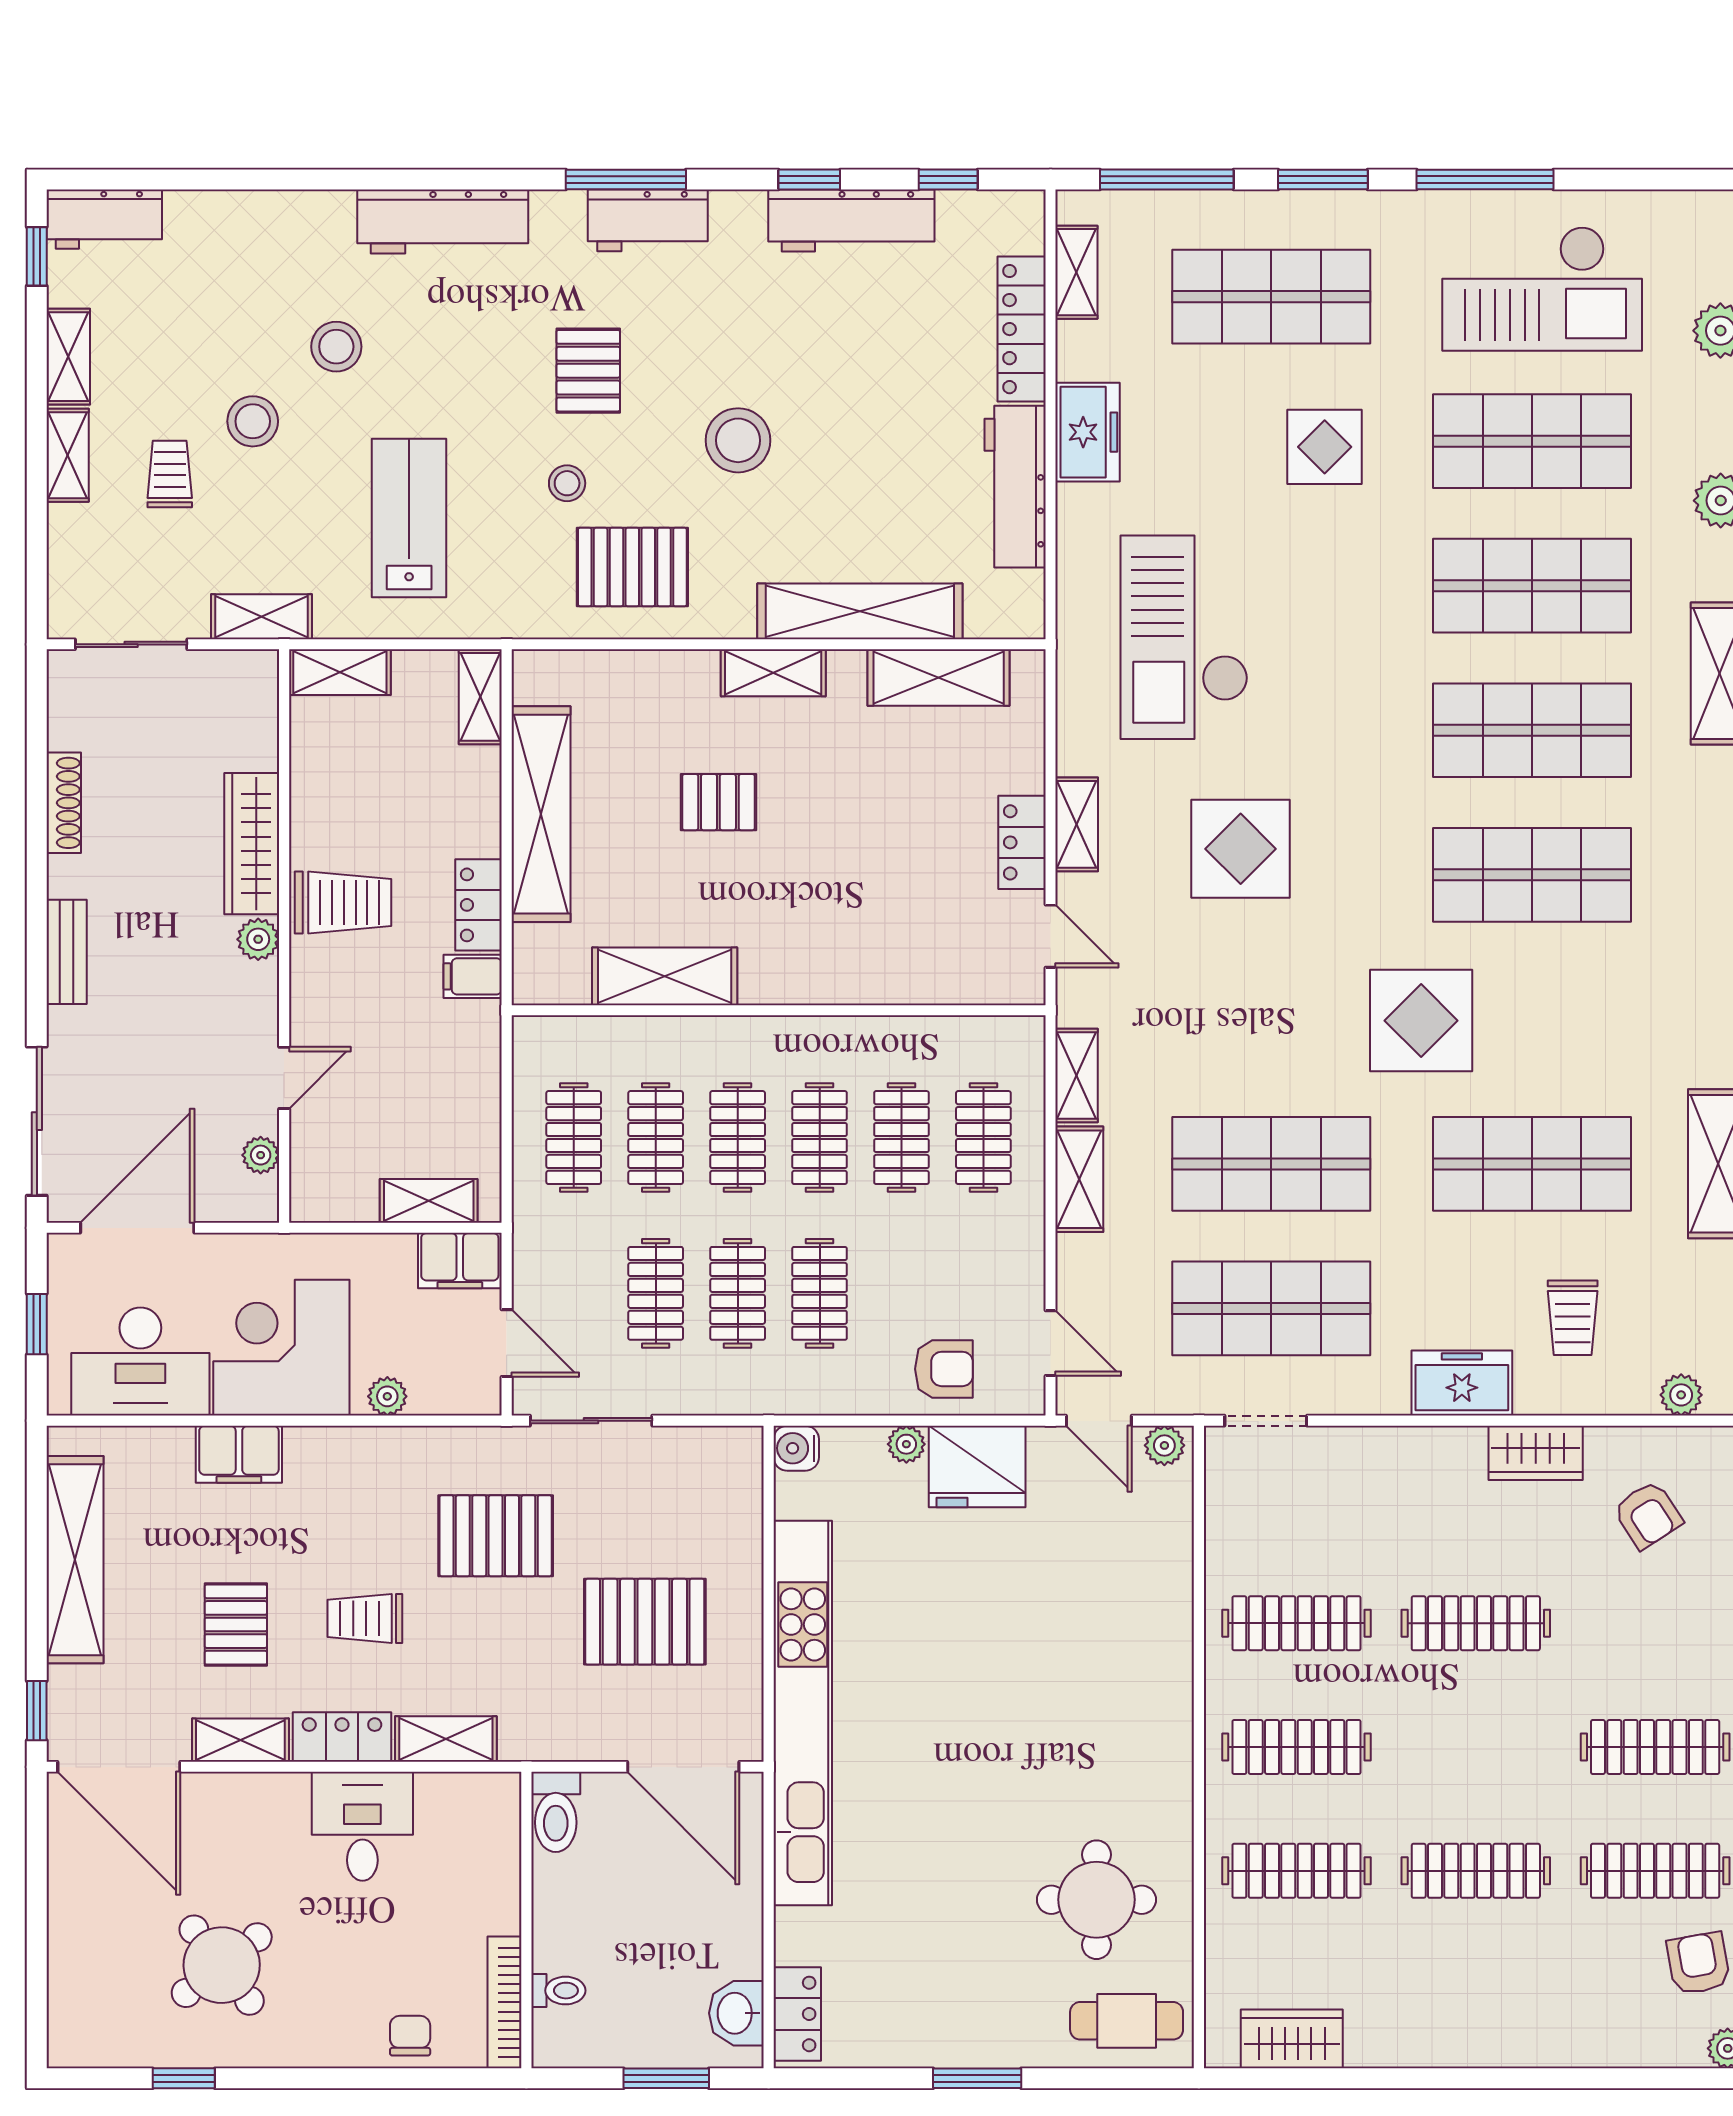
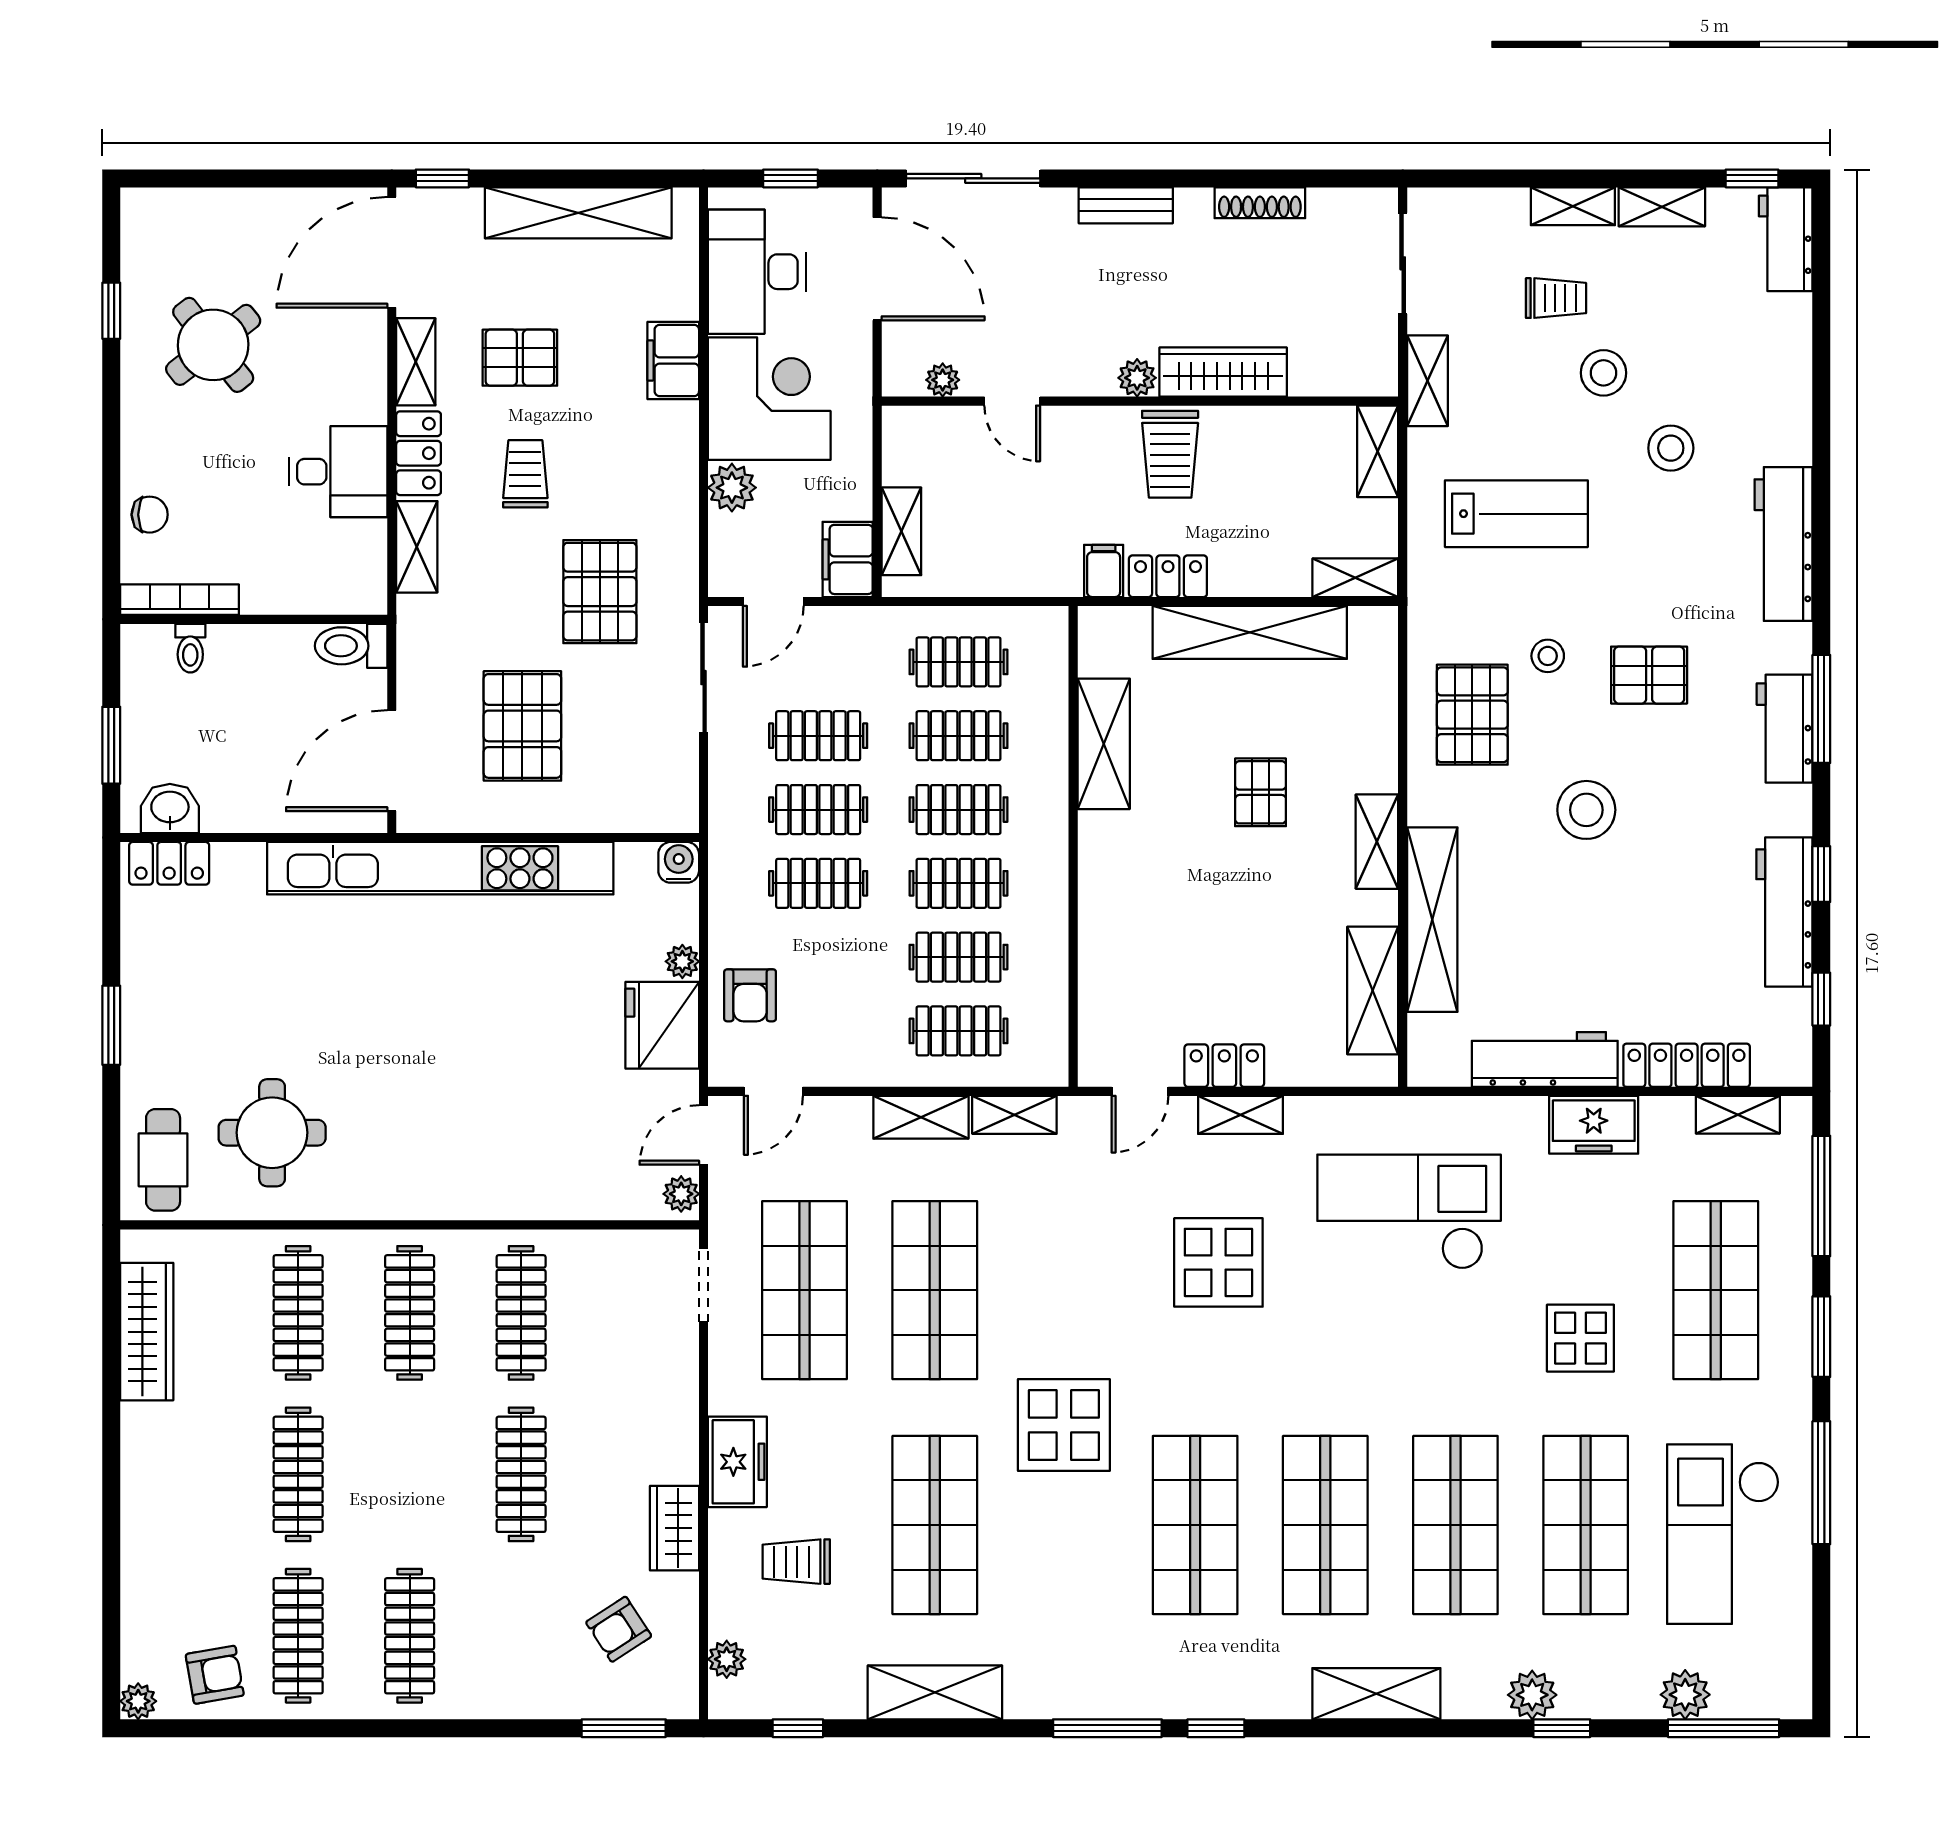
plant: (387, 1396) -> (732, 488), width x1.38, depth x1.38
wardrobe: (1292, 2039) -> (147, 1332), width x1.50

